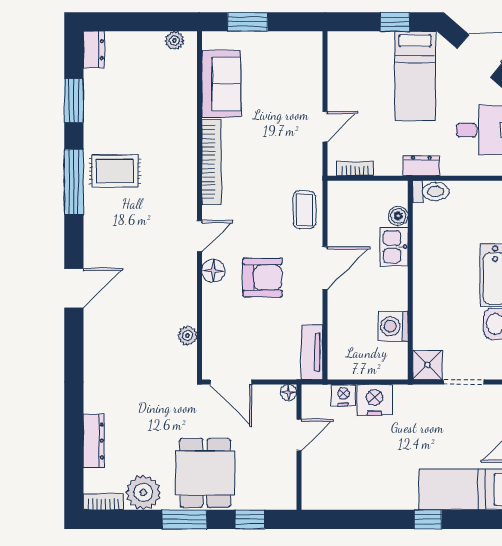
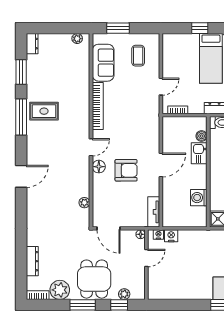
coffee table: (304, 210) -> (138, 56), moved
nightstand: (374, 400) -> (158, 235), moved, width x0.53, depth x0.56
plant: (259, 500) -> (124, 294), added

